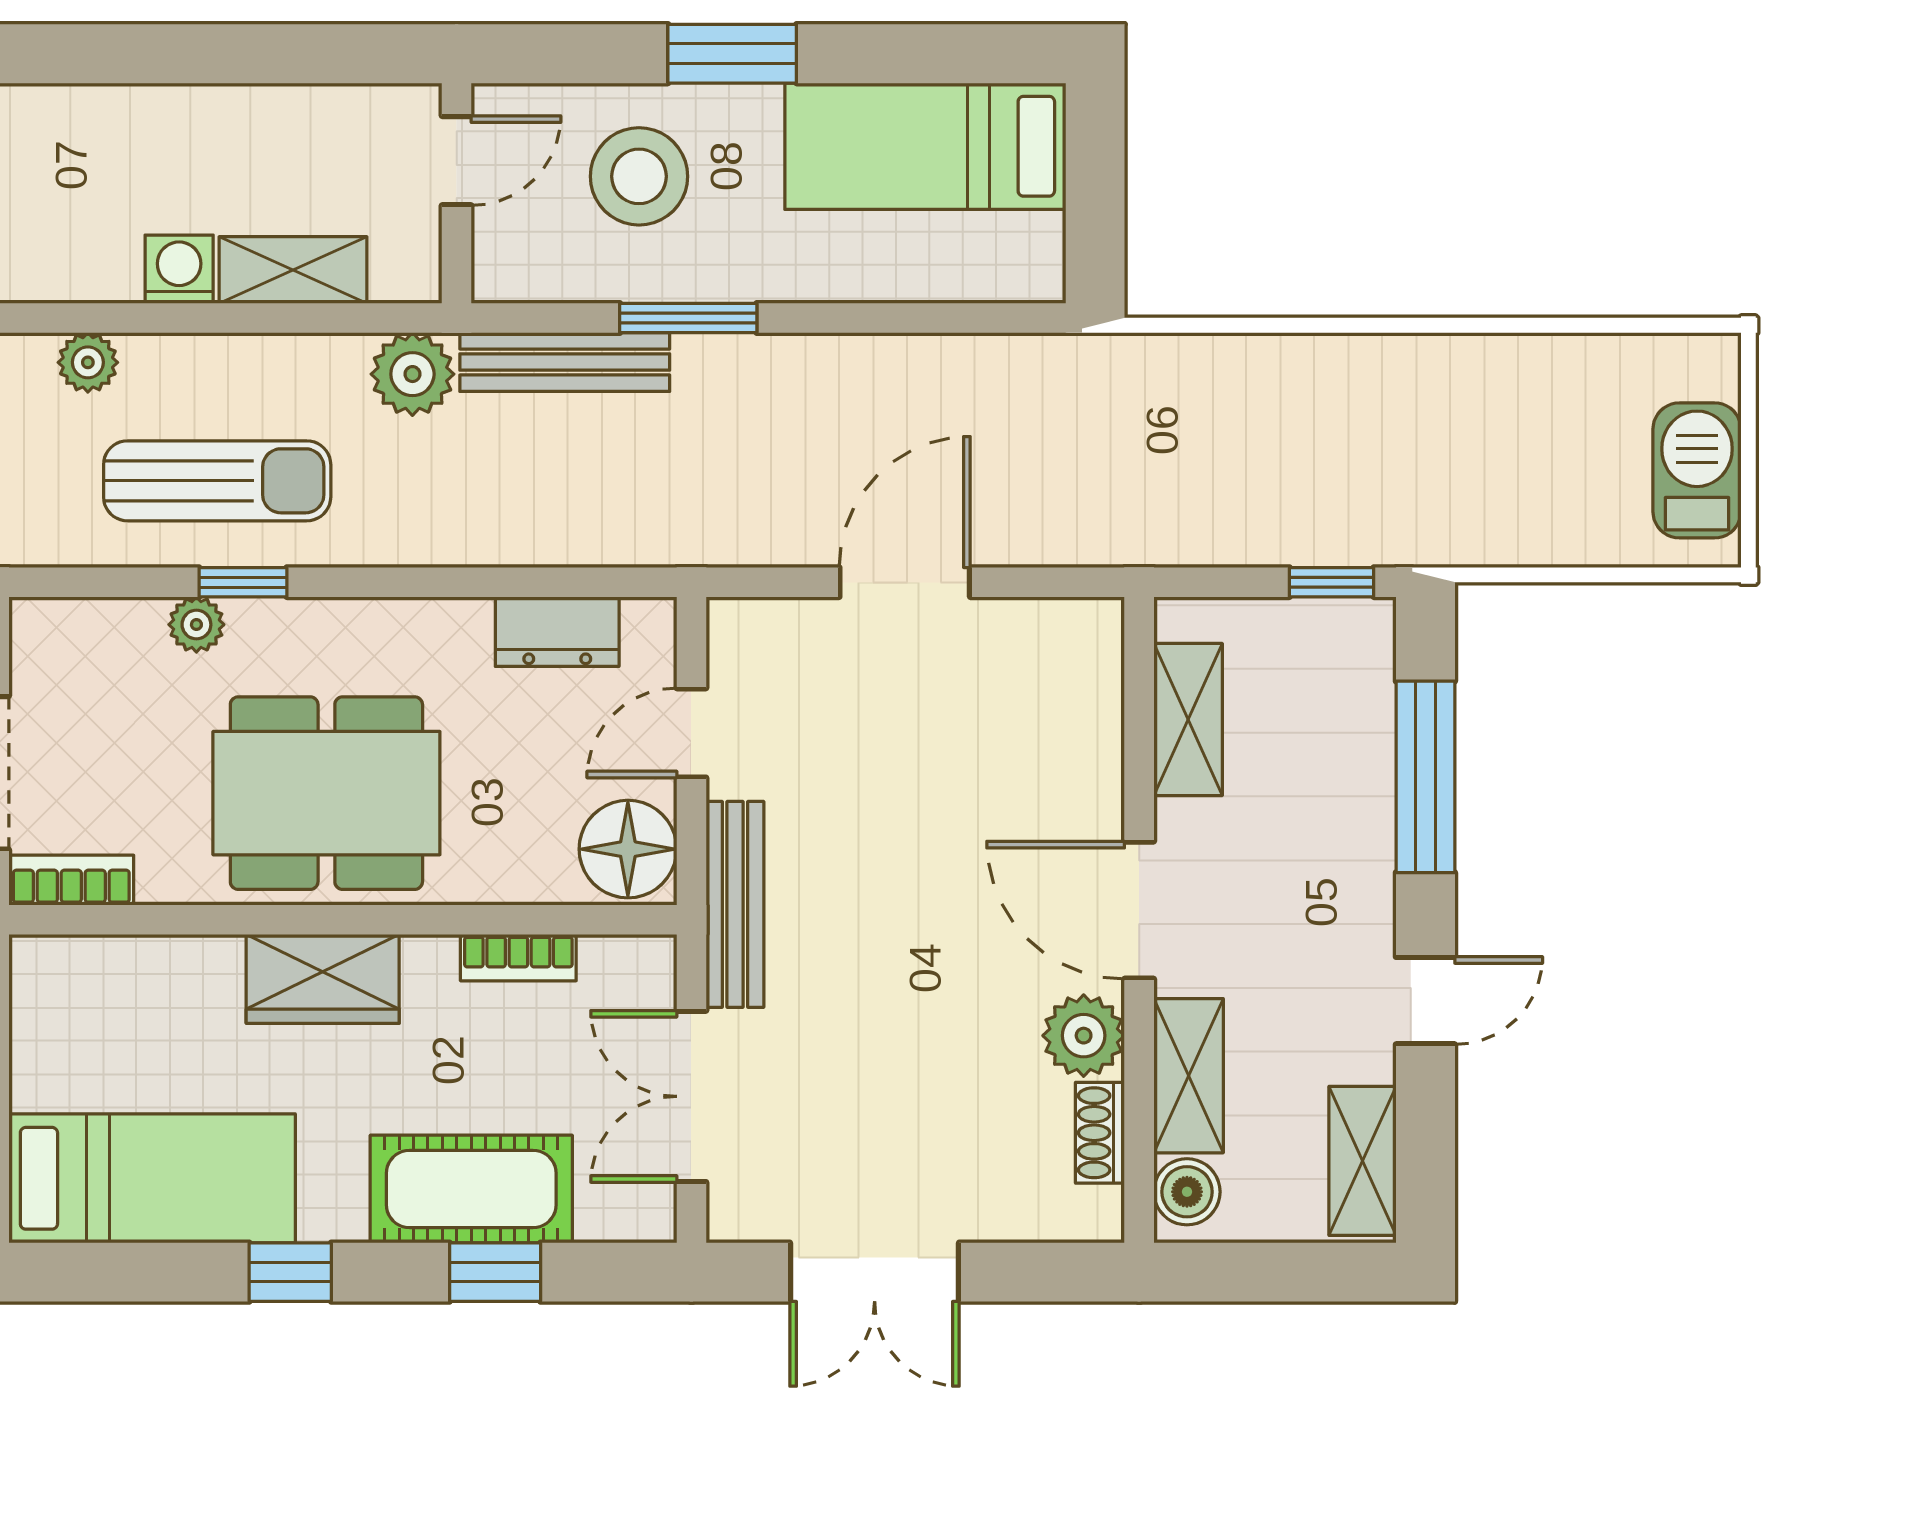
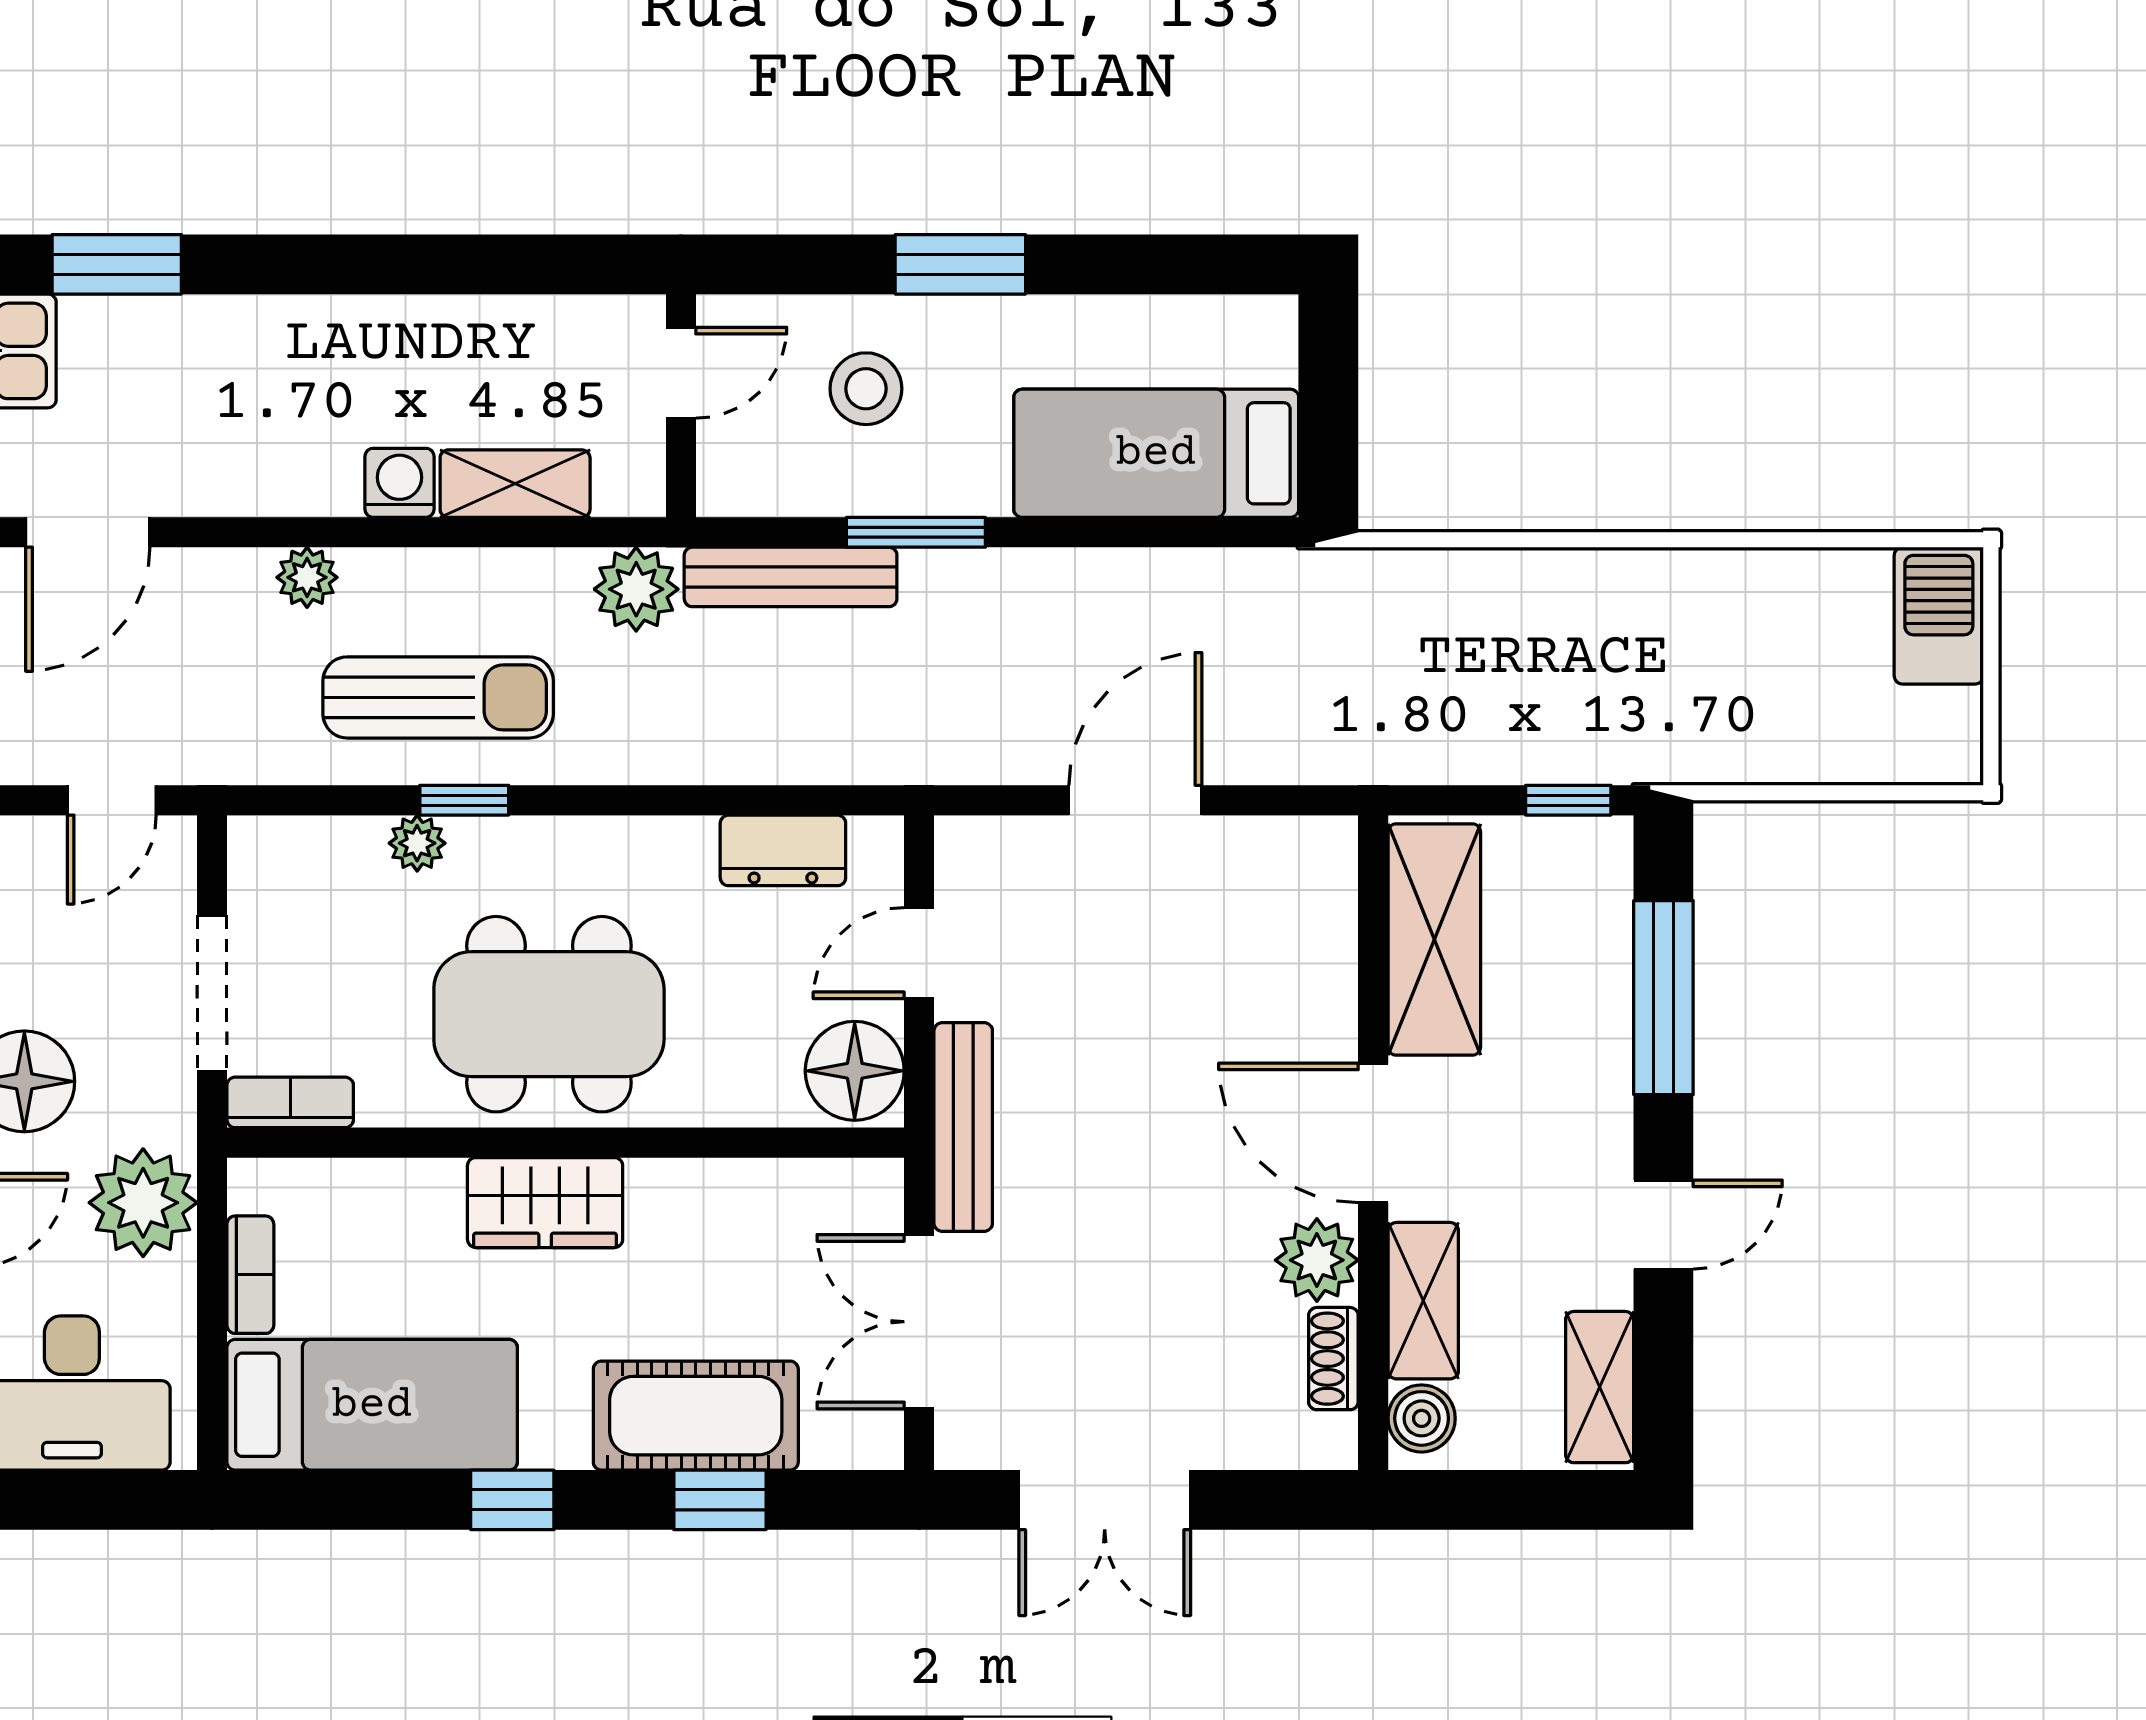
bed: (925, 146) -> (1156, 453), moved
stool: (639, 176) -> (866, 389), width x0.73, depth x0.73
barbecue: (1697, 470) -> (1939, 616), moved
shelving: (1188, 720) -> (1434, 940), width x1.50, depth x1.33
bookcase: (518, 958) -> (250, 1275), moved, turned -90

